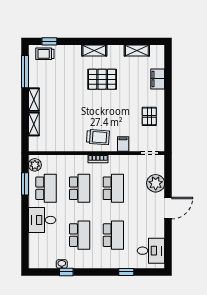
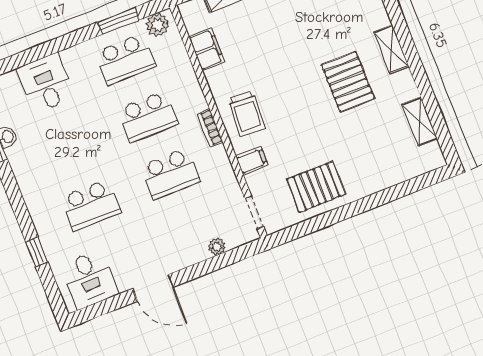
filing cabinet: (158, 79) -> (207, 49), moved, turned 90
pallet: (149, 116) -> (316, 187), width x1.50, depth x1.42
plant: (156, 183) -> (217, 246), width x0.53, depth x0.53
door: (168, 208) -> (153, 288), moved
desk: (42, 220) -> (46, 83), moved
school desk: (80, 235) -> (68, 148), removed

